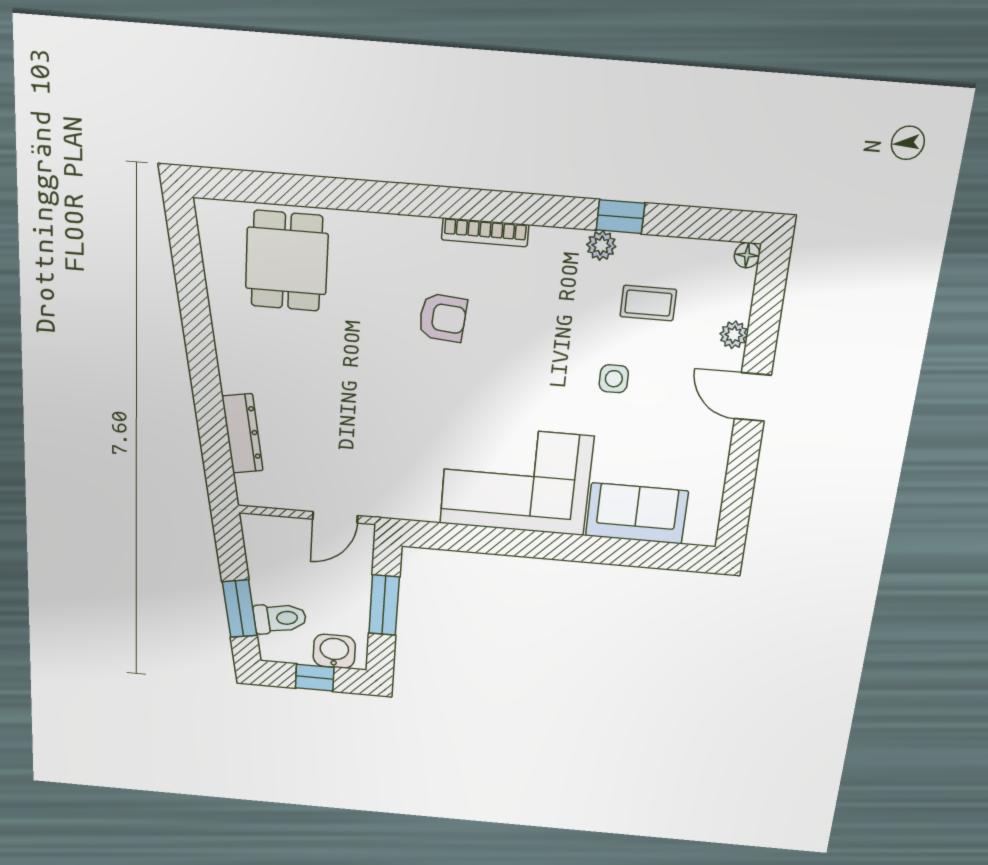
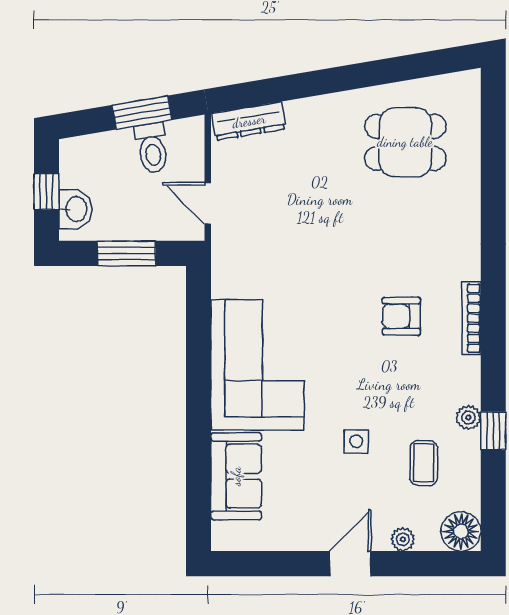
floor lamp: (747, 255) -> (461, 531), width x1.89, depth x1.89
dining table: (287, 261) -> (405, 142), moved
armchair: (443, 318) -> (401, 316), moved, turned 85
dresser: (243, 433) -> (249, 121), moved
window: (240, 609) -> (142, 112), moved
toilet: (280, 618) -> (152, 148), moved

